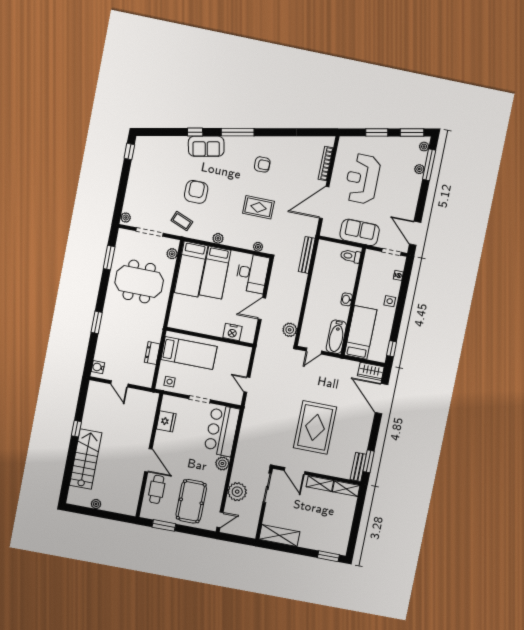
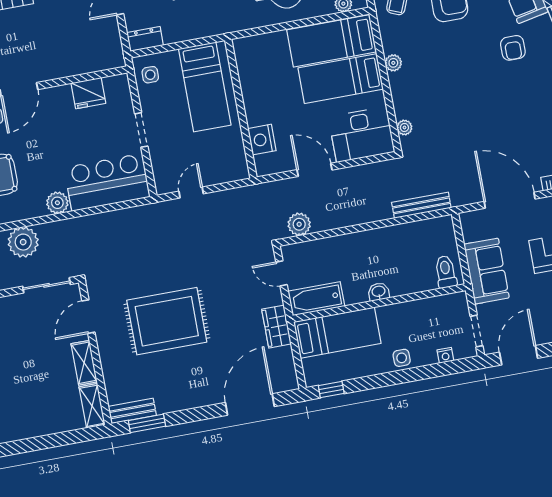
armchair: (262, 164) -> (513, 48), moved
rug: (258, 207) -> (463, 105), removed
dresser: (152, 353) -> (145, 39), moved
wardrobe: (371, 371) -> (276, 327), moved

